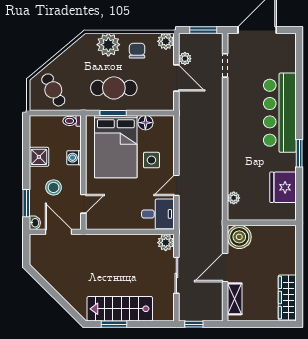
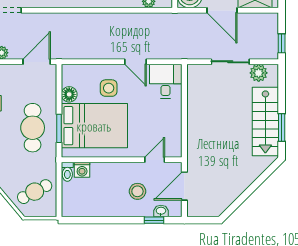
door: (176, 78) -> (37, 62), moved
shower: (39, 157) -> (105, 207), removed
washing machine: (74, 158) -> (82, 170), moved
window: (26, 203) -> (154, 220), width x0.67
door: (83, 204) -> (155, 160), hinge flipped
washbasin: (35, 223) -> (161, 211), moved
plant: (166, 243) -> (259, 73), moved

